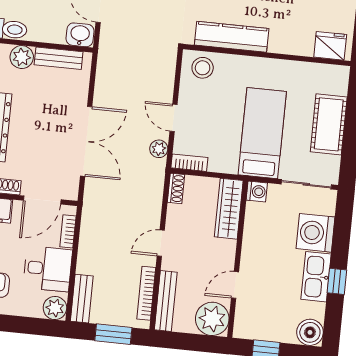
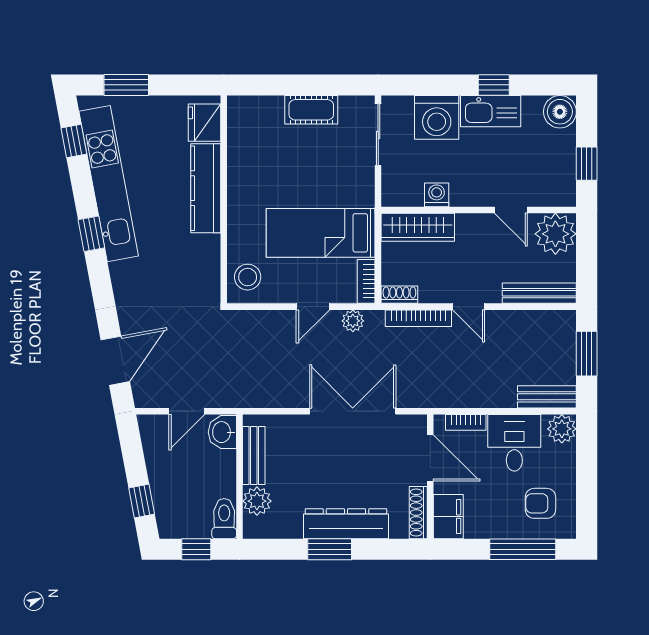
kitchen counter: (232, 37) -> (206, 188), moved
cot: (329, 124) -> (311, 110), width x0.73, depth x0.75
bed: (262, 133) -> (321, 233), moved
washing machine: (257, 192) -> (437, 195), moved
bookcase: (146, 293) -> (418, 318), moved

